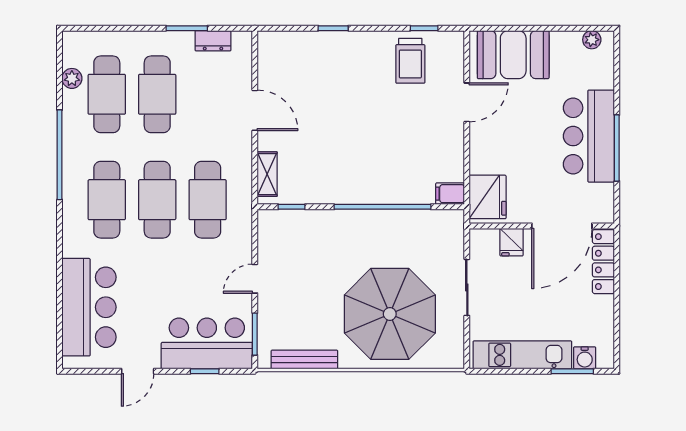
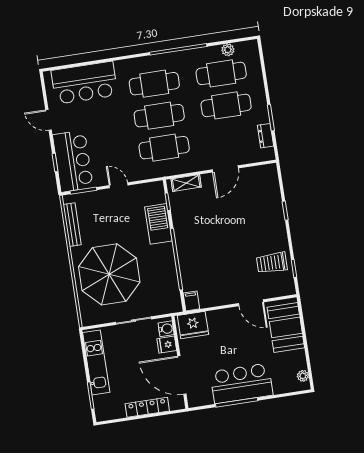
barbecue: (324, 226) -> (158, 224), added
locker: (603, 262) -> (147, 407), moved
water cooler: (585, 358) -> (166, 329), moved, turned 180

